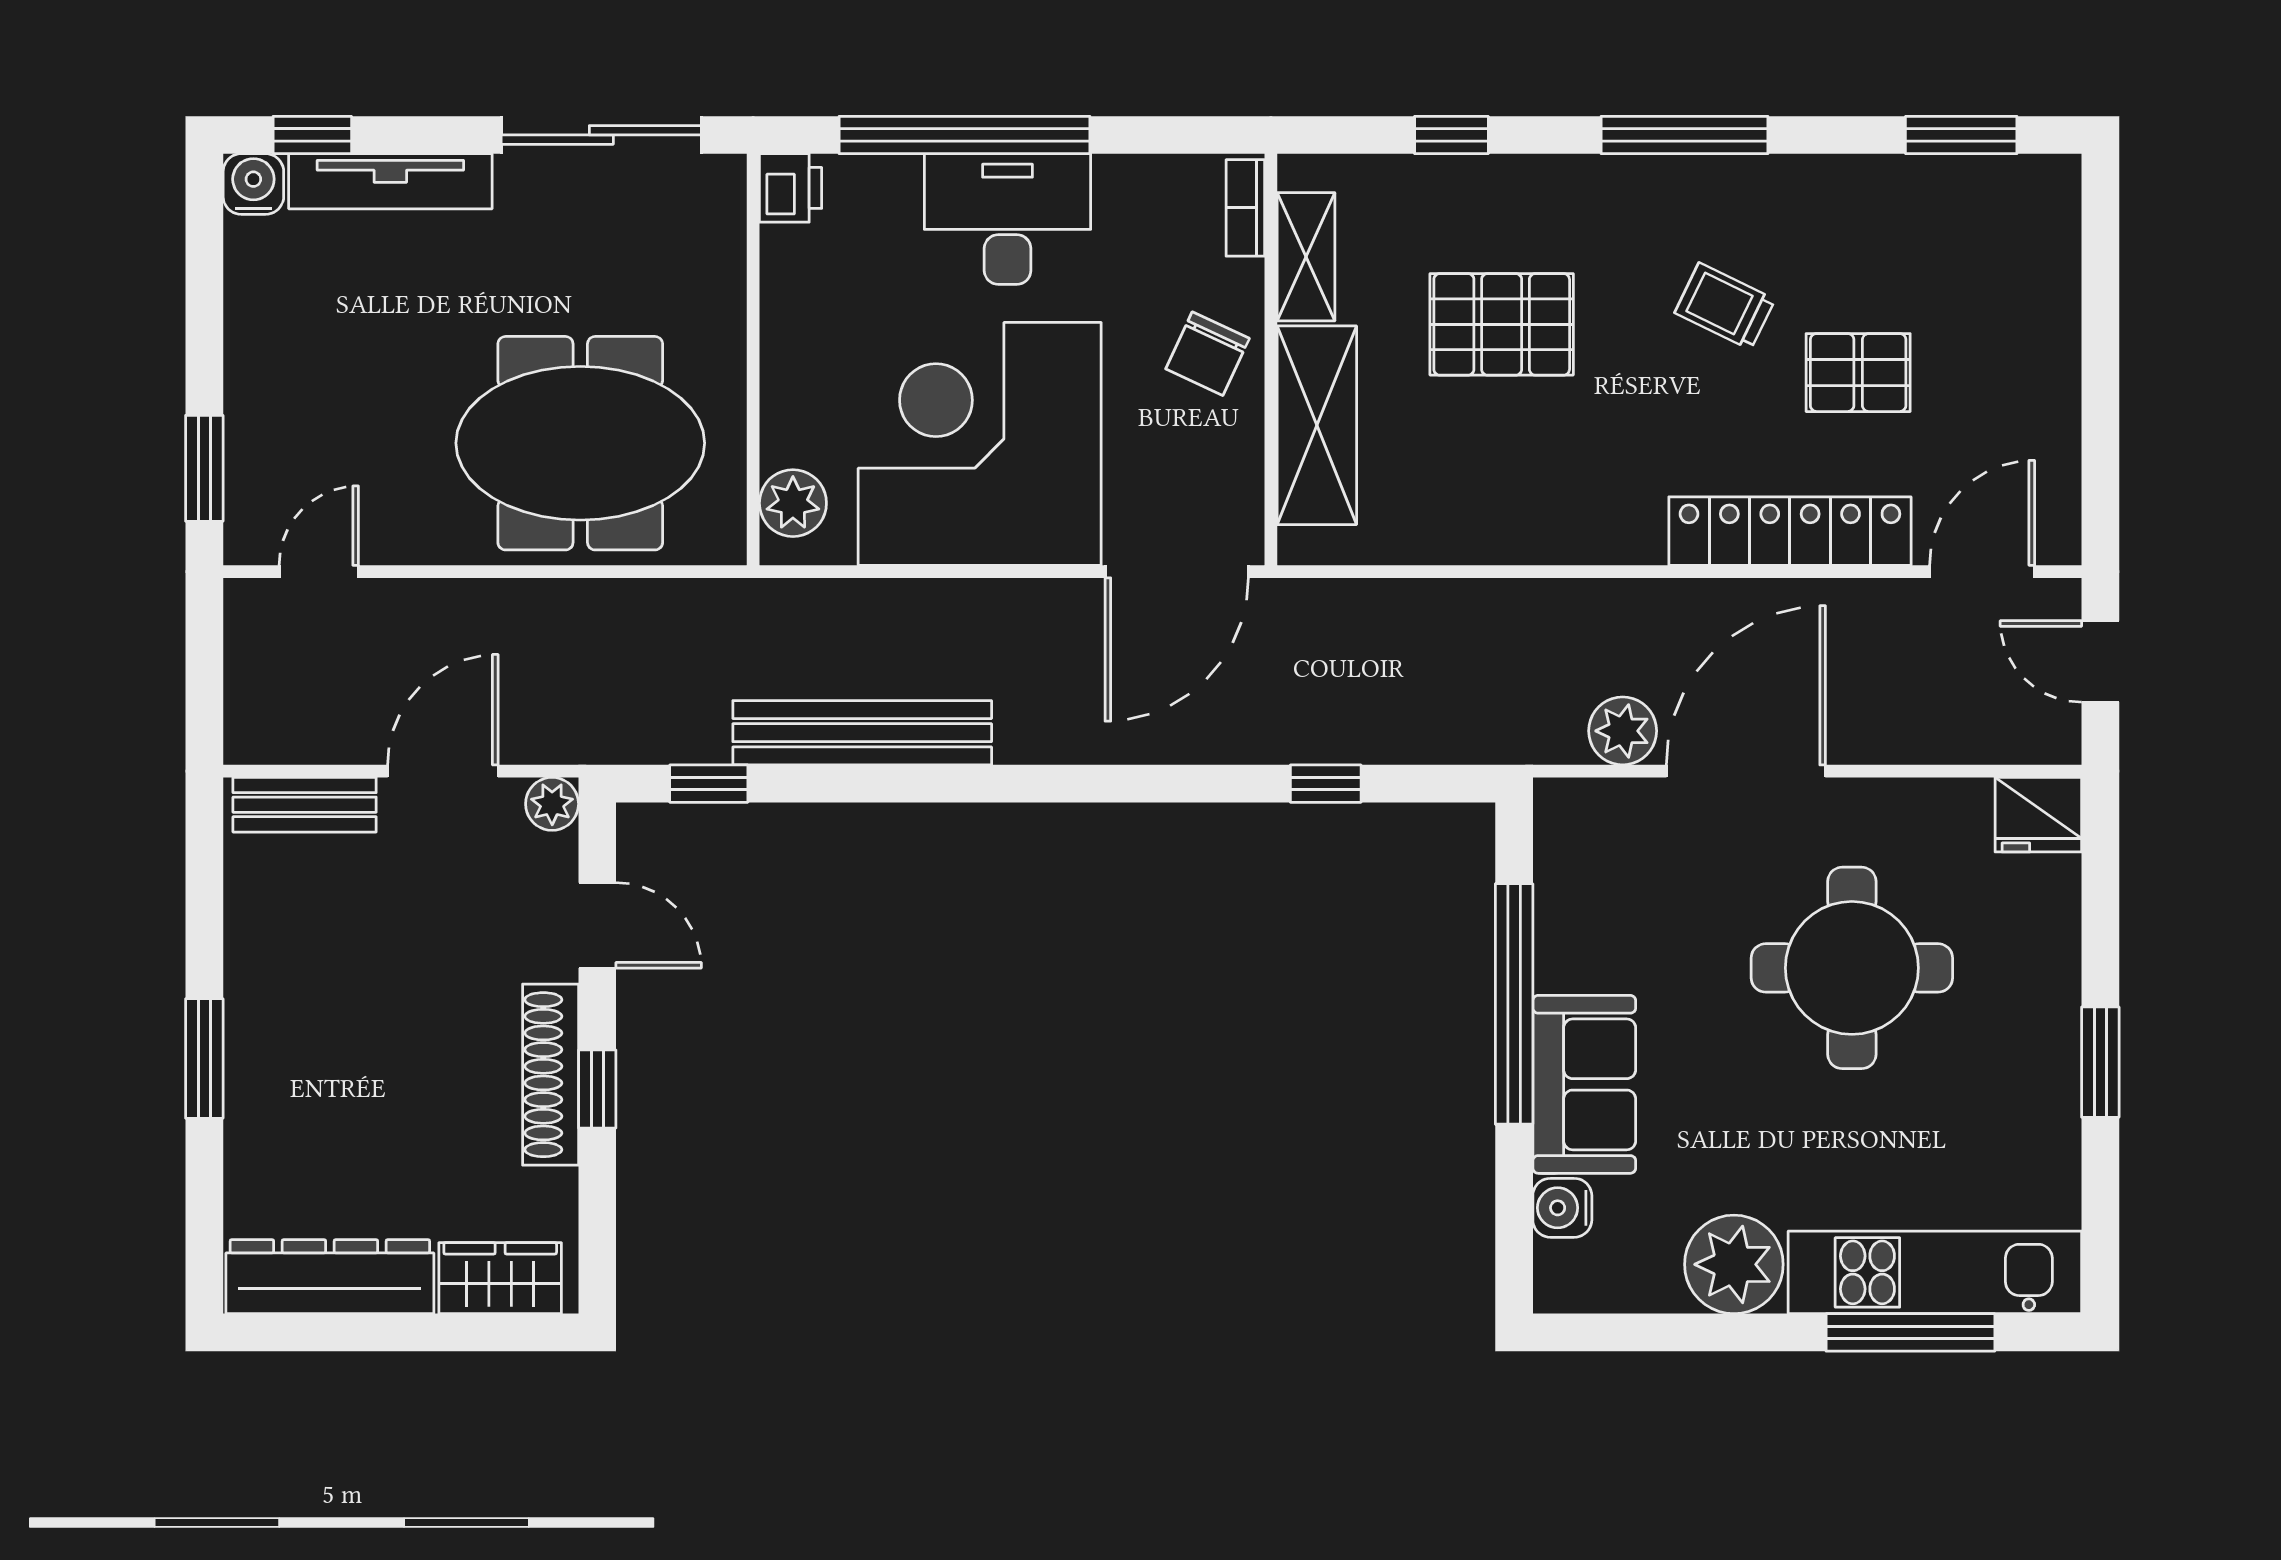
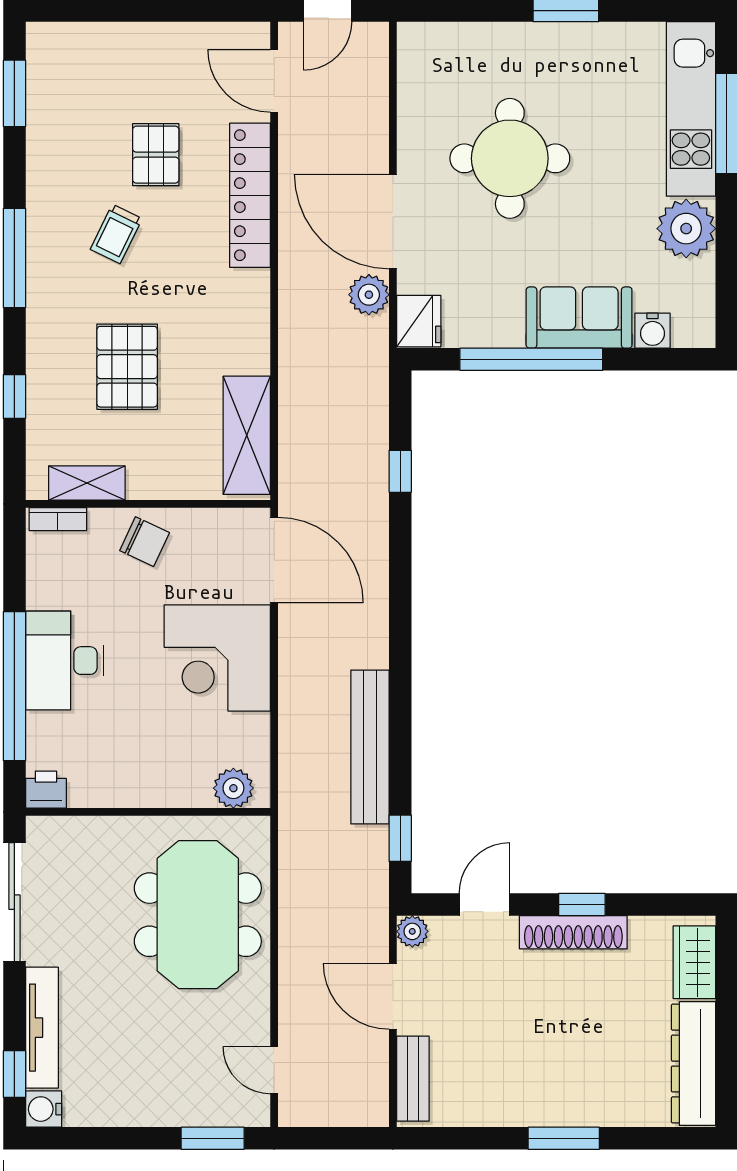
shelving: (1317, 425) -> (247, 435), moved, turned 90
corner desk: (980, 444) -> (217, 658), width x0.74, depth x0.74
fridge: (2038, 815) -> (419, 321), moved

